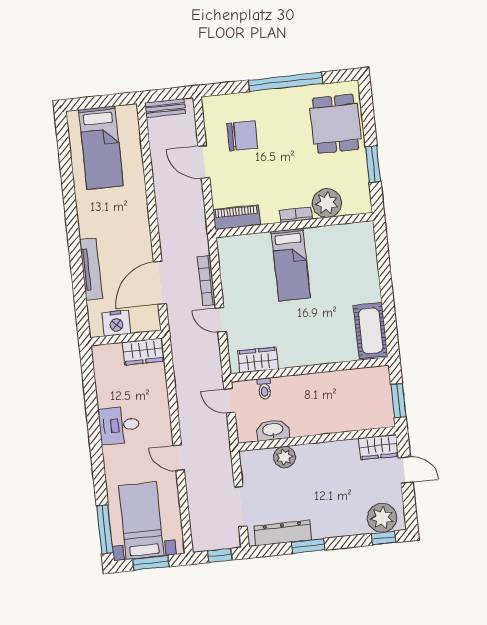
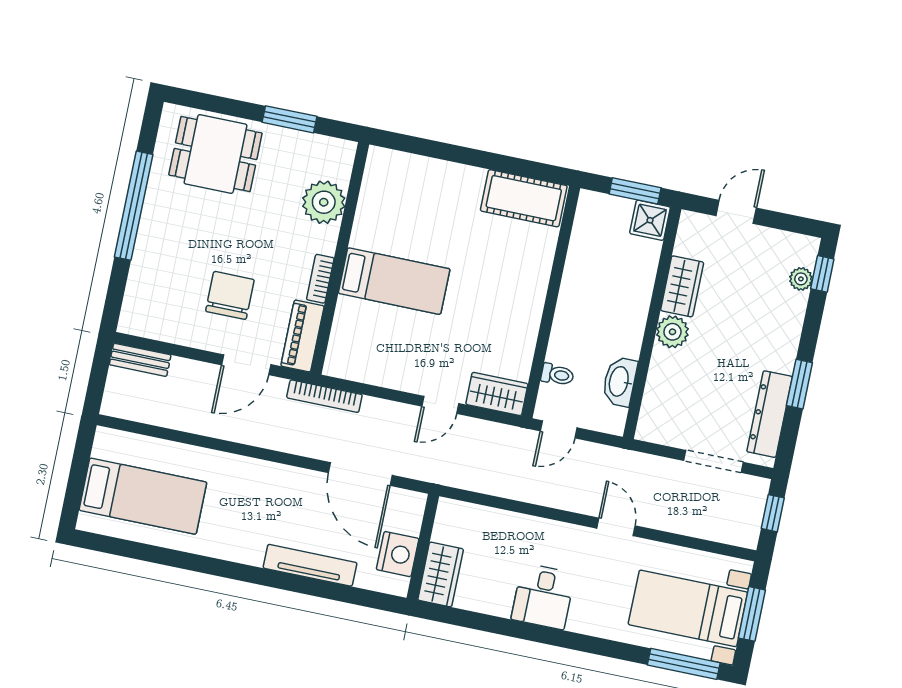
bench: (165, 108) -> (140, 360), moved, turned 90
chair: (242, 136) -> (230, 295), moved
door: (204, 162) -> (246, 365), moved
bookcase: (296, 215) -> (320, 279), moved
bookcase: (206, 281) -> (324, 396), moved
wardrobe: (143, 352) -> (441, 574), moved
wardrobe: (258, 360) -> (497, 394), moved, turned 90
shower: (383, 416) -> (650, 220), added
wardrobe: (378, 447) -> (682, 286), moved
plant: (284, 457) -> (672, 332), moved
door: (179, 458) -> (616, 527), swing flipped
plant: (382, 518) -> (801, 279), width x0.53, depth x0.53

